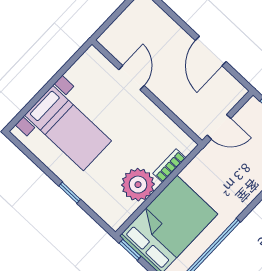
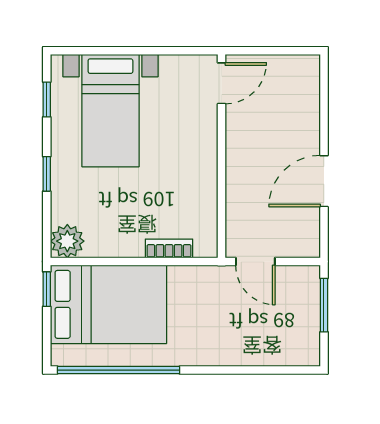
door: (131, 78) -> (222, 83), moved
window: (31, 156) -> (47, 100), added
plant: (138, 185) -> (67, 241), moved, width x0.73, depth x0.73

